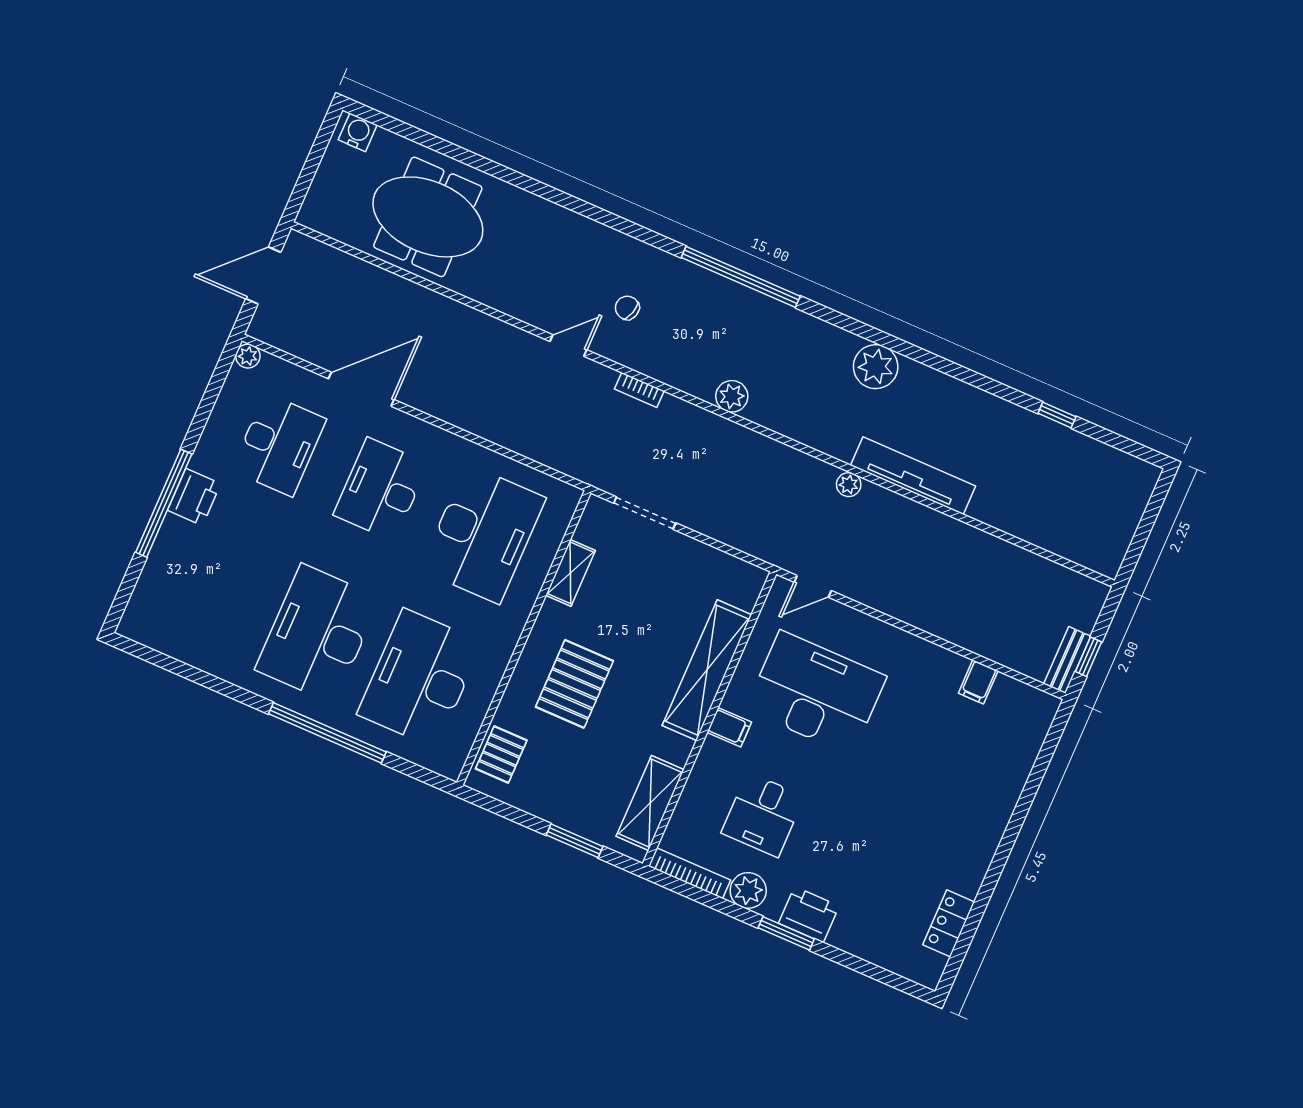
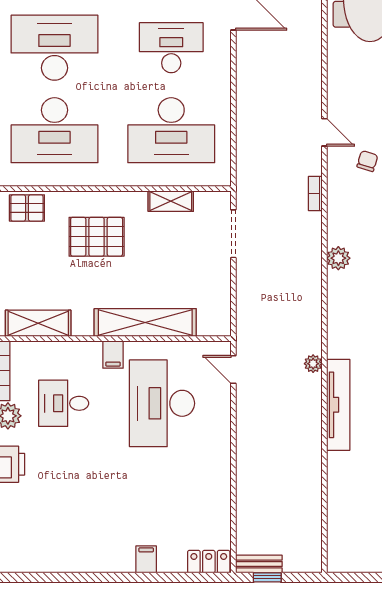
desk: (420, 678) -> (54, 130), turned 180
filing cabinet: (978, 682) -> (146, 559), moved, turned 90
desk: (816, 693) -> (162, 403), turned 180
locker: (949, 923) -> (209, 562), moved

